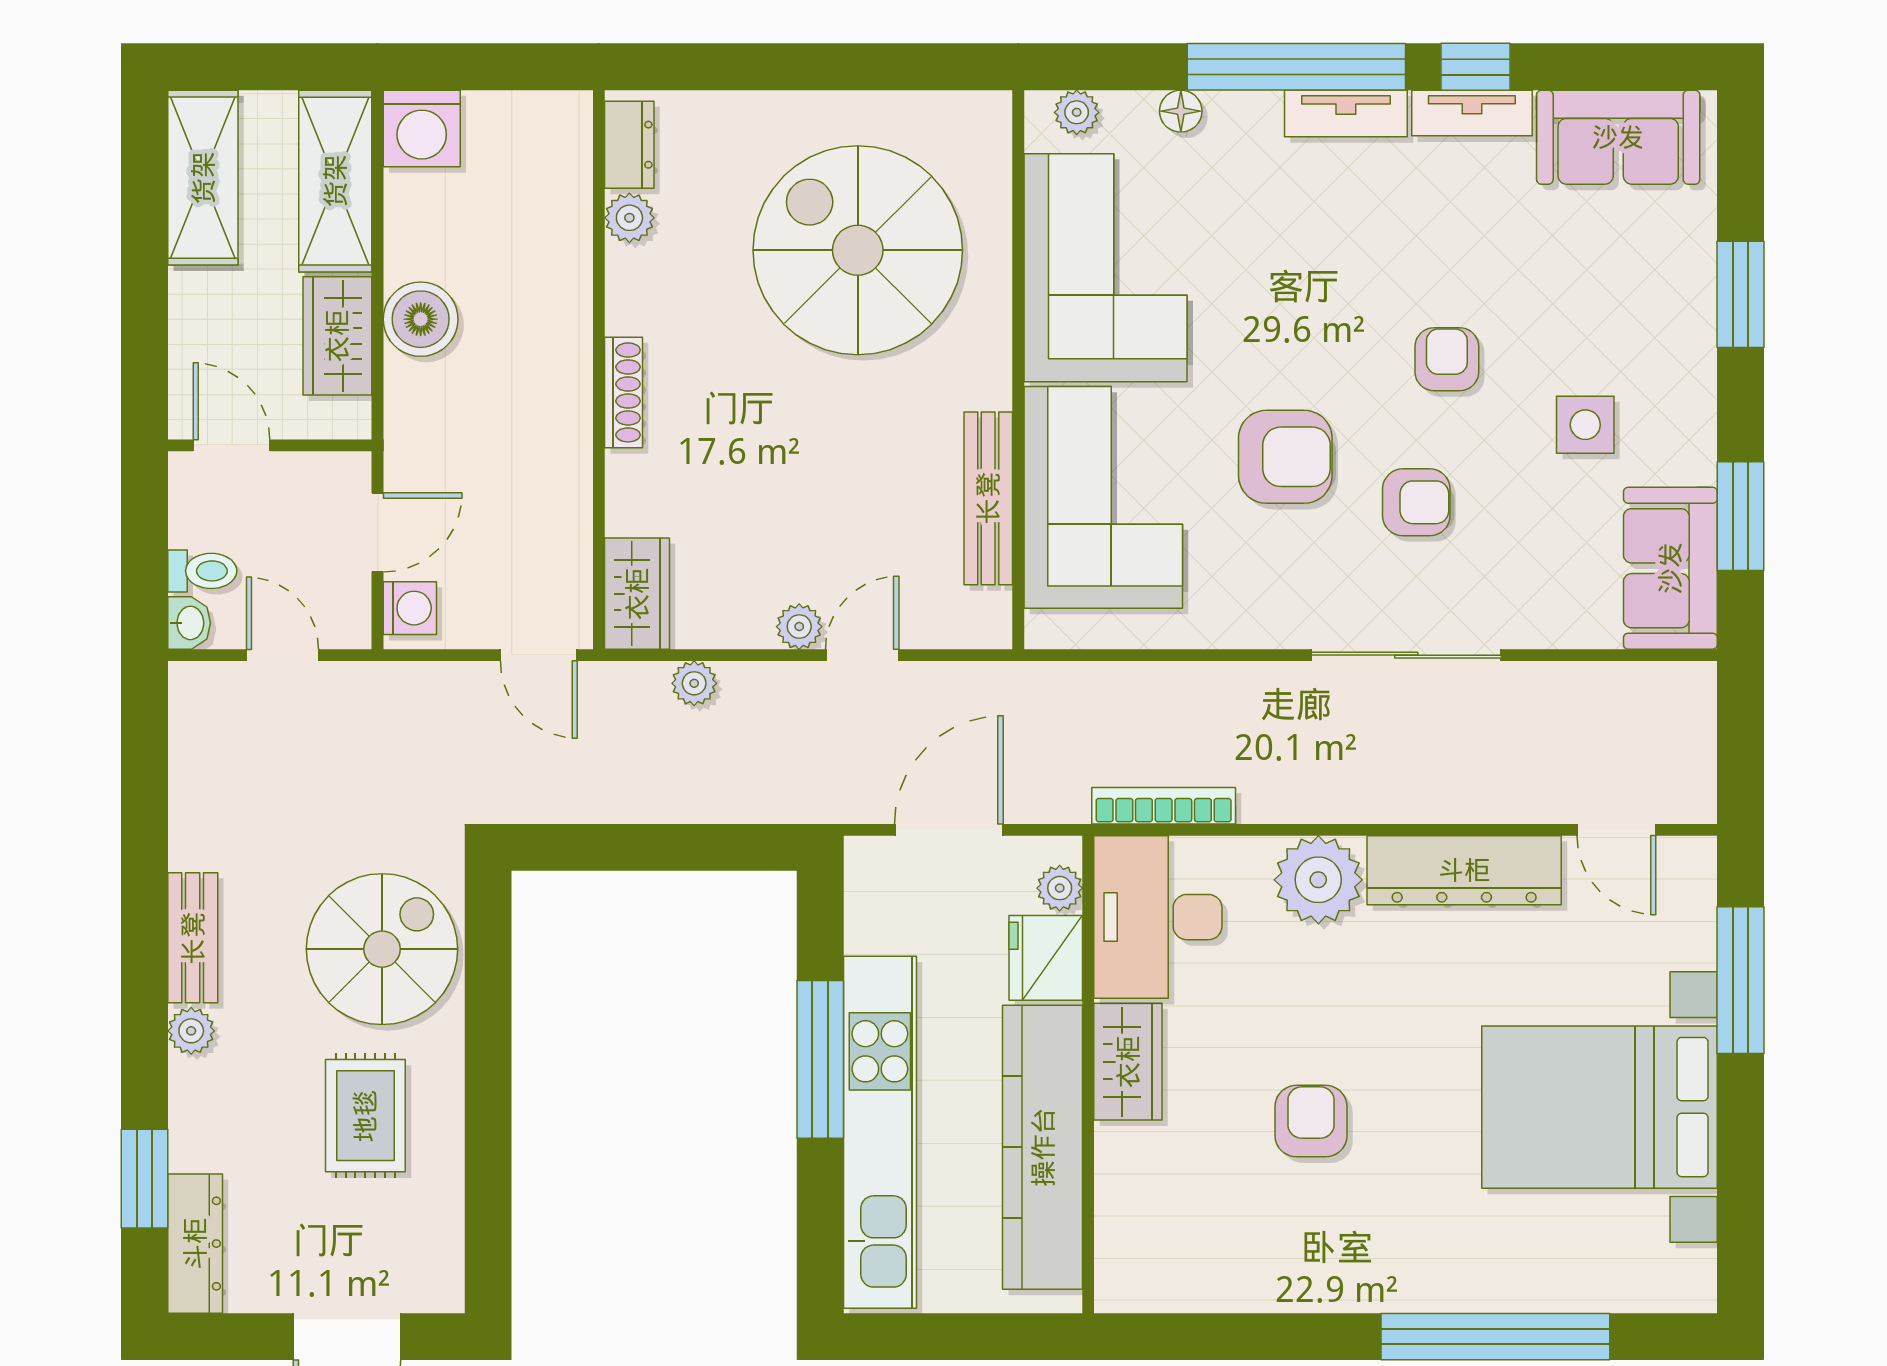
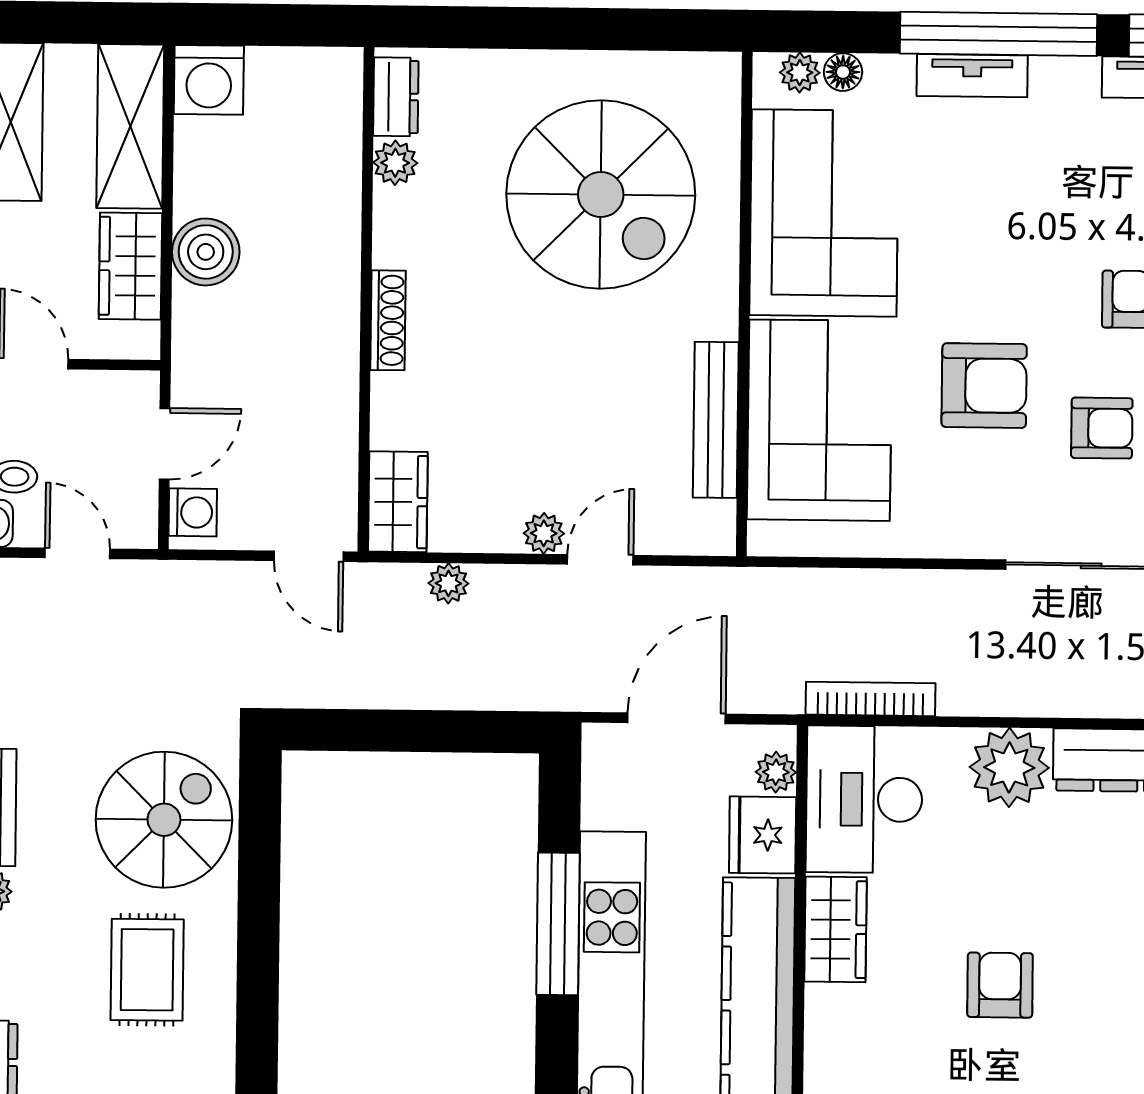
floor lamp: (1181, 111) -> (843, 72), moved
tv unit: (1346, 113) -> (972, 76), moved
spiral stairs: (858, 250) -> (601, 195), turned 180

